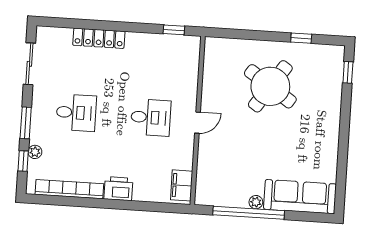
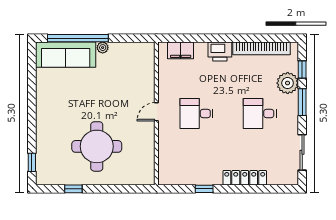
window: (174, 30) -> (204, 189), moved
round table: (270, 86) -> (97, 146), turned -34
plant: (35, 152) -> (288, 83), width x1.88, depth x1.88
filing cabinet: (182, 185) -> (181, 50), moved, turned 90
window: (249, 213) -> (78, 38), moved

